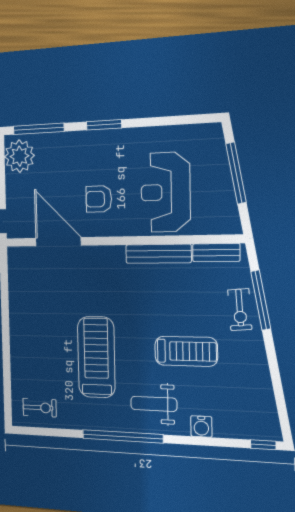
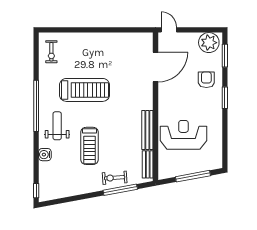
window: (39, 129) -> (225, 56), width x0.69
armchair: (99, 199) -> (206, 80), moved

